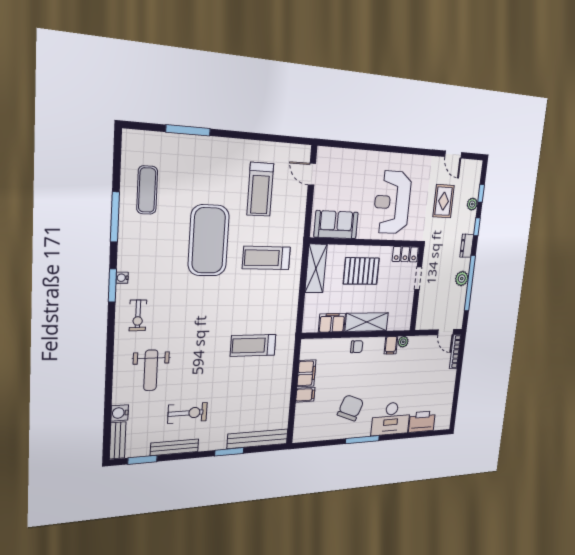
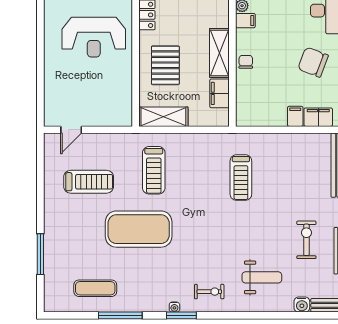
sofa: (336, 225) -> (119, 99), removed
filing cabinet: (307, 373) -> (318, 117), moved

